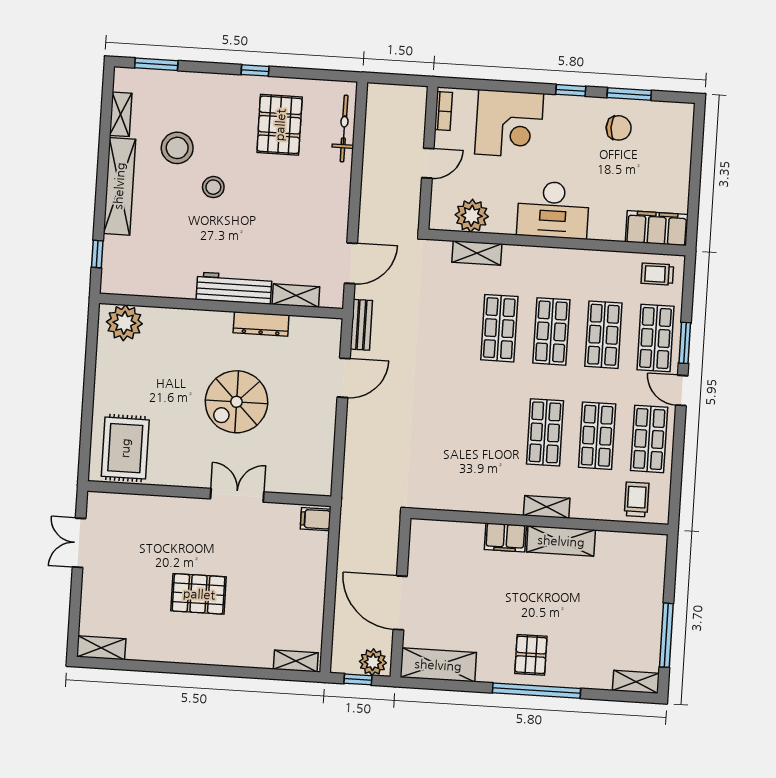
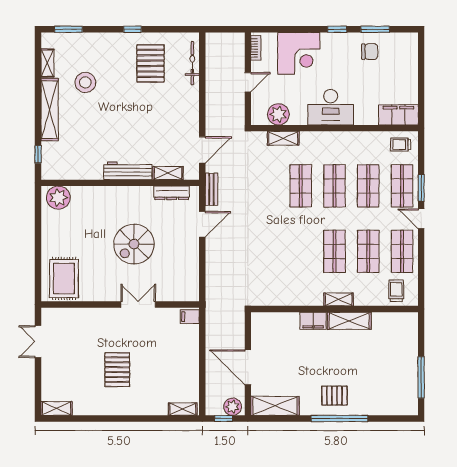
stool: (213, 187) -> (110, 106), removed
dresser: (261, 324) -> (172, 193), moved
pallet: (199, 594) -> (117, 370), turned 90
pallet: (531, 655) -> (334, 396), turned 90
shelving: (636, 682) -> (403, 409), removed

